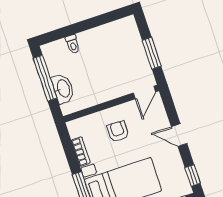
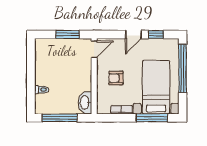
washbasin: (63, 89) -> (85, 102), moved, turned -90
door: (145, 92) -> (94, 49), hinge flipped
window: (193, 176) -> (156, 34), moved

